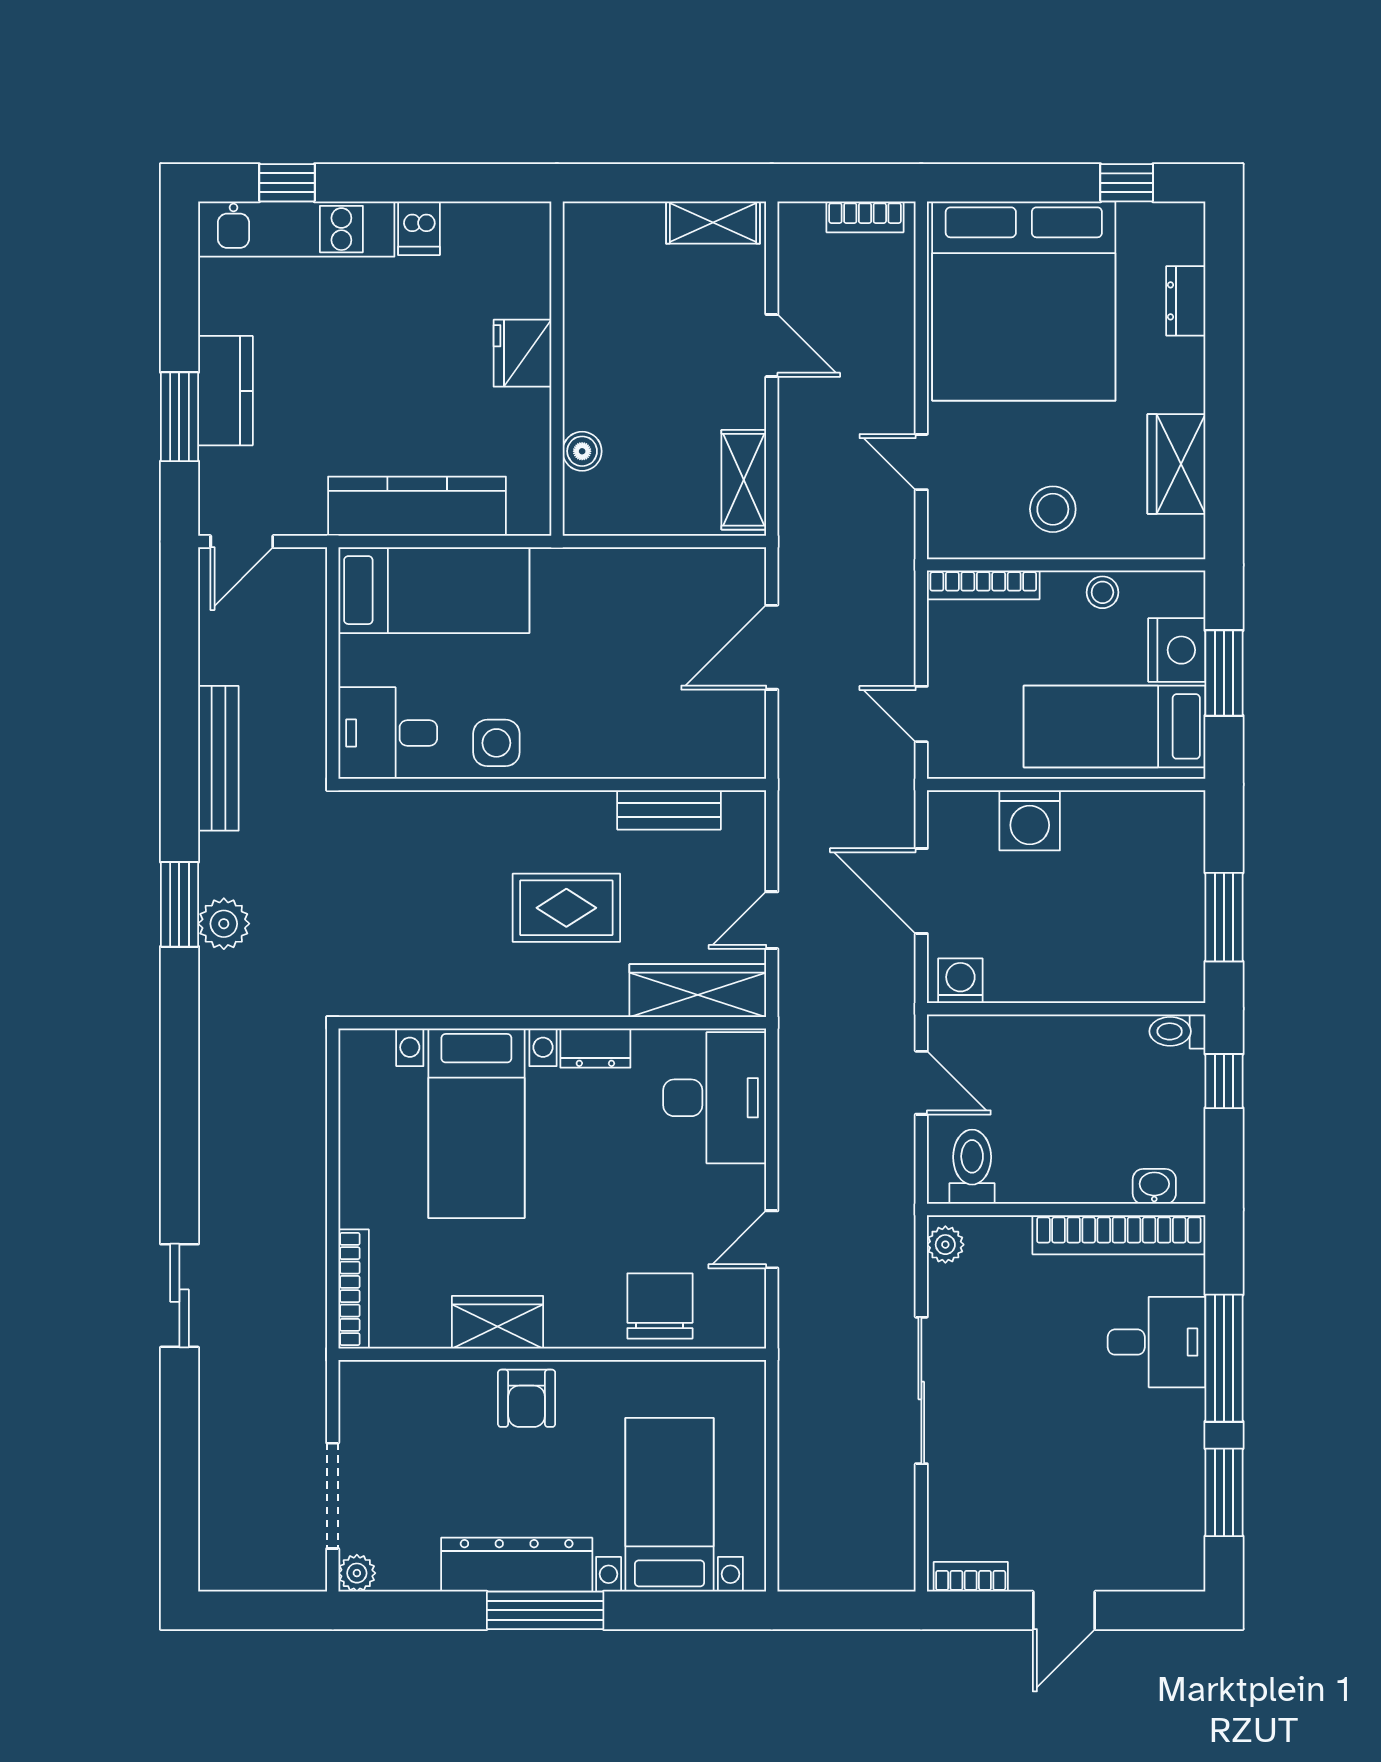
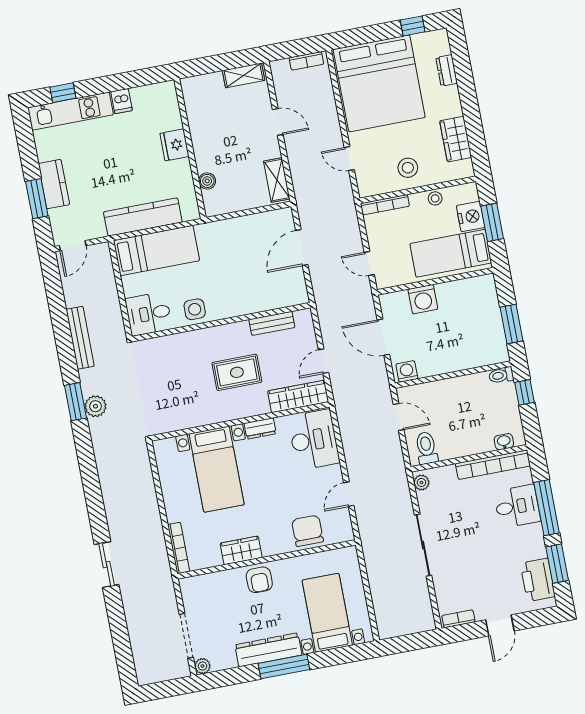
printer: (1172, 1521) -> (538, 580), added

